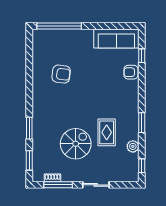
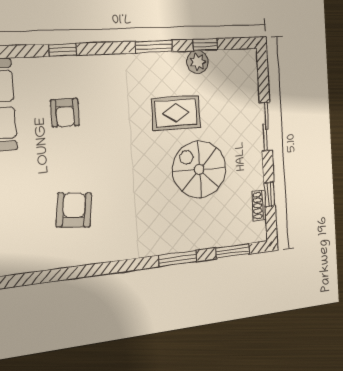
window: (142, 56) -> (63, 50), moved
armchair: (131, 72) -> (65, 113), moved
window: (142, 166) -> (205, 45), moved
window: (58, 185) -> (270, 194), width x0.46

